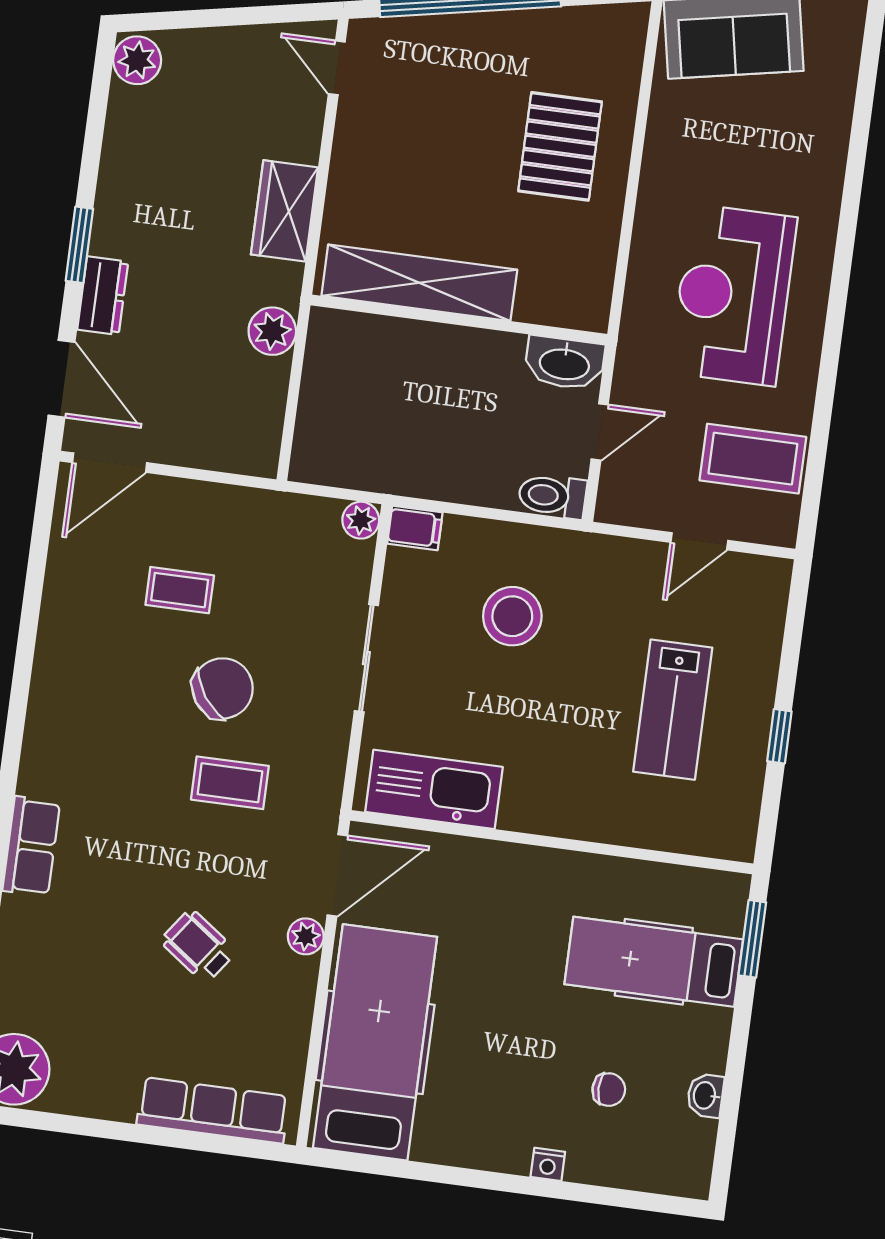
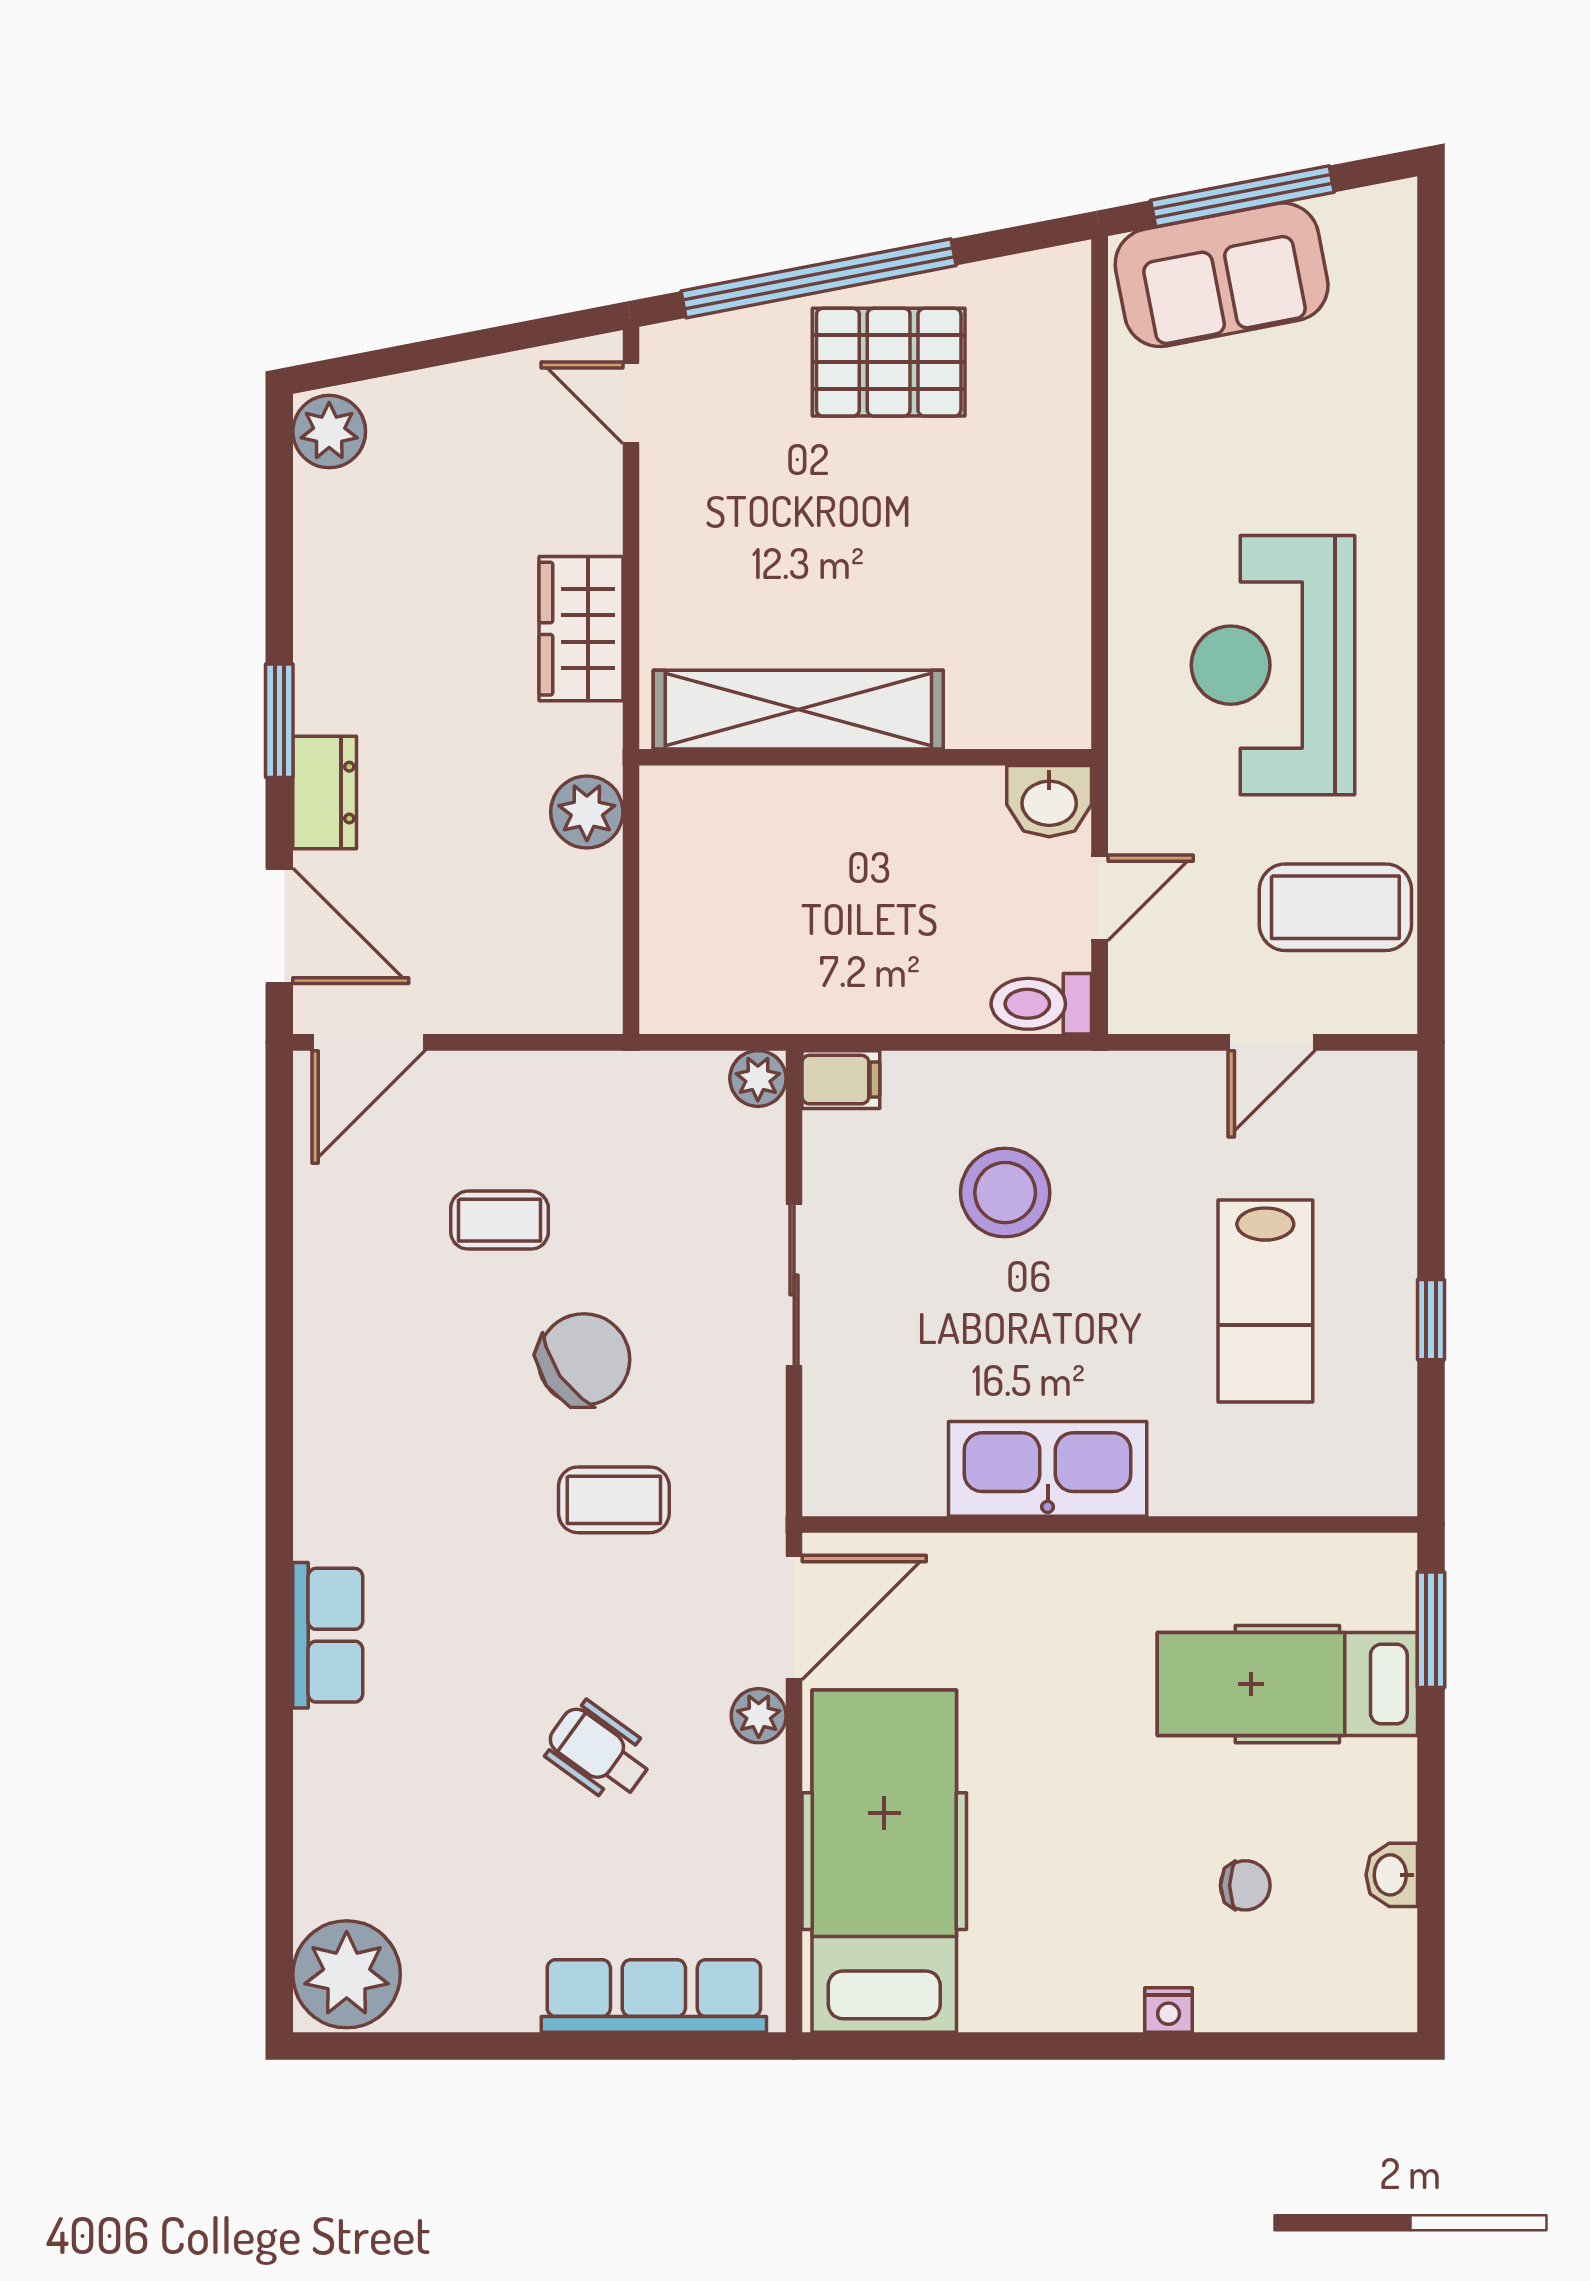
pallet: (560, 146) -> (889, 362), moved, turned 90
washbasin: (565, 363) -> (1049, 801), width x0.72
kitchen sink: (434, 789) -> (1048, 1469), moved

